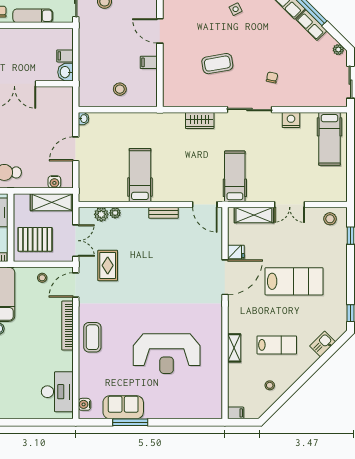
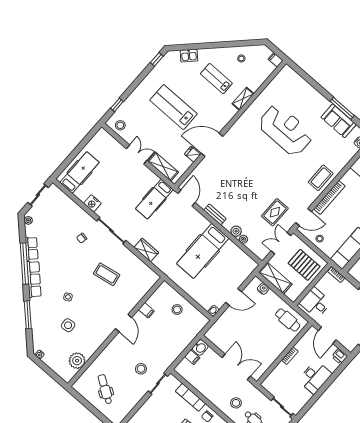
hospital bed: (140, 175) -> (203, 251), width x1.37, depth x1.29
plant: (101, 214) -> (236, 231), moved

